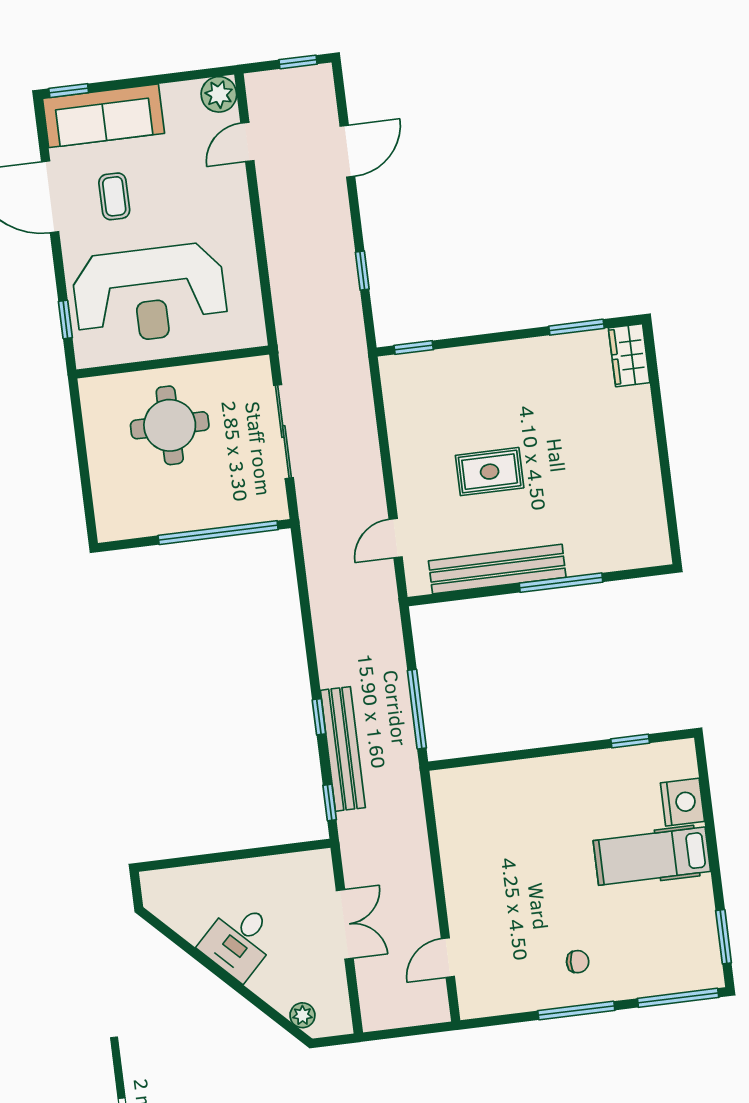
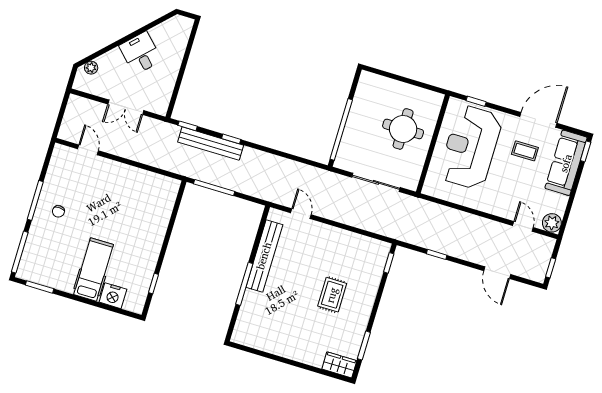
rug: (490, 472) -> (332, 295), moved

